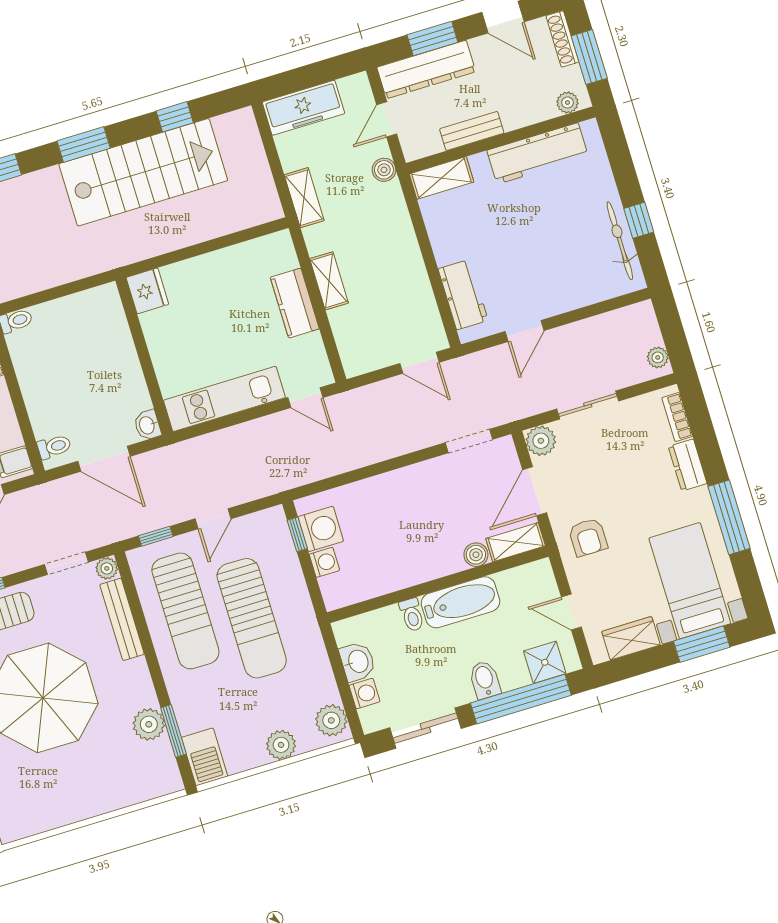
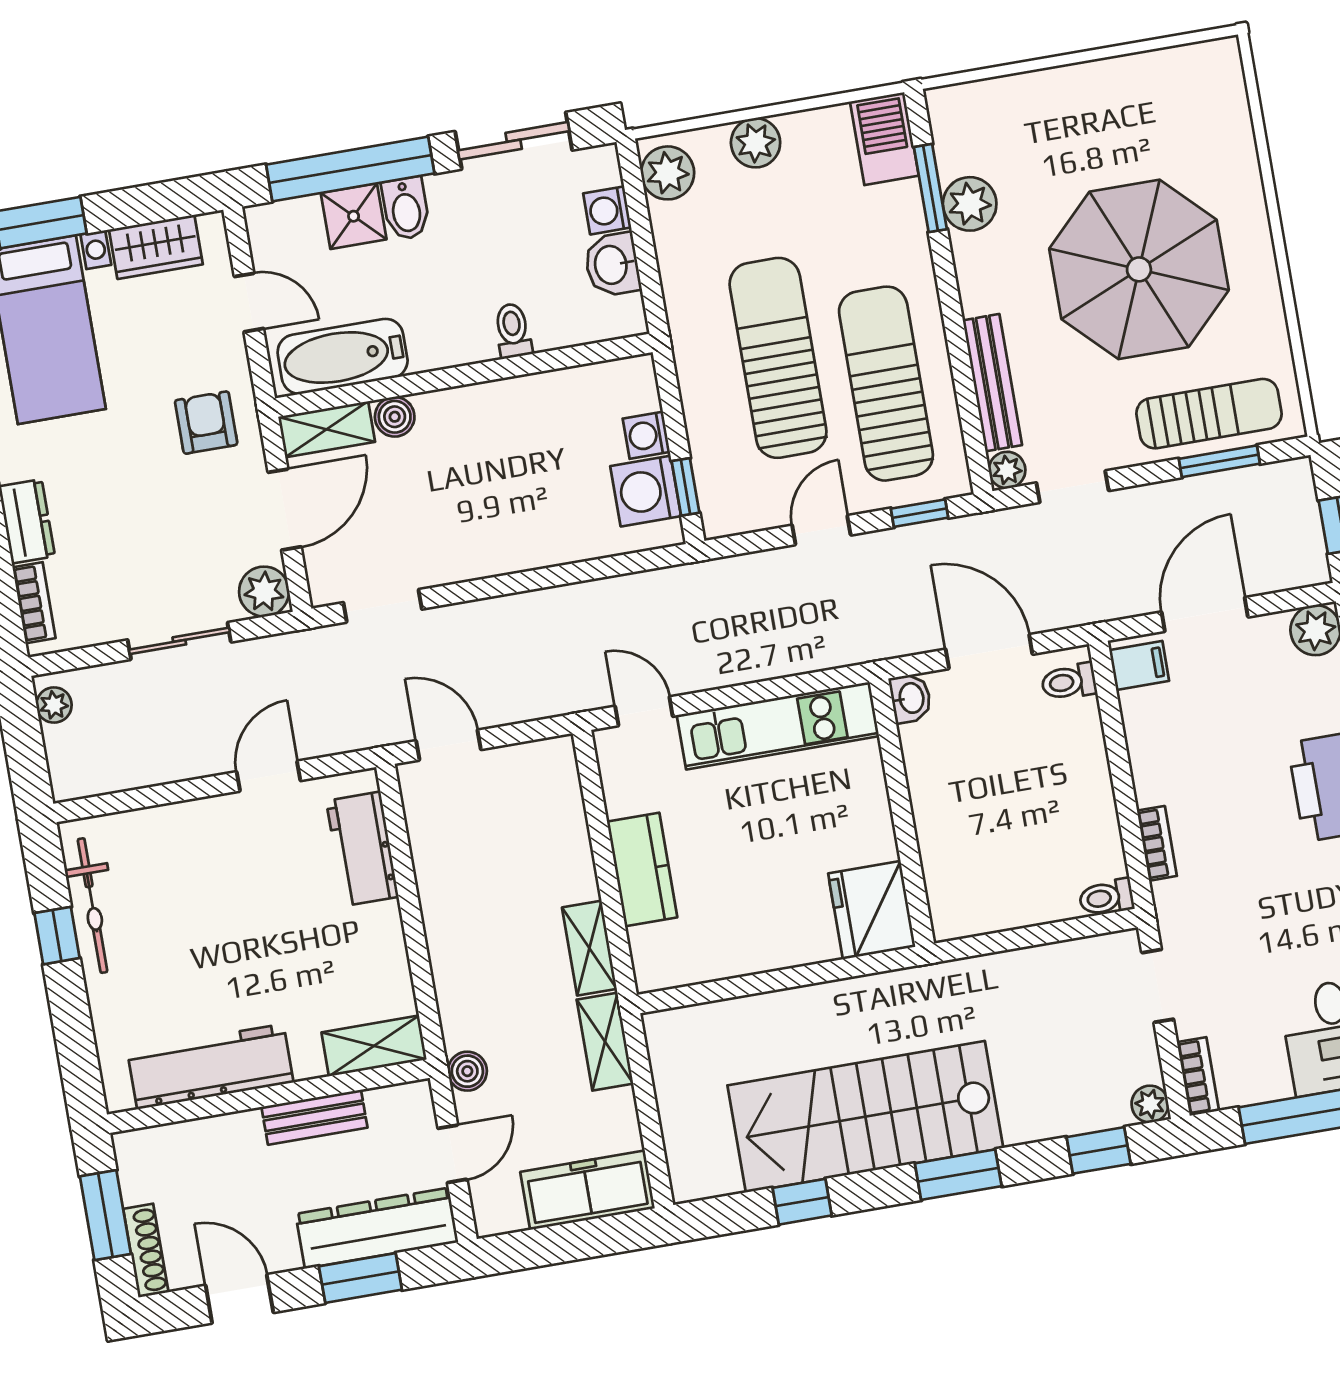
plant: (568, 103) -> (150, 1144), removed
shelving: (329, 281) -> (589, 948), moved
fridge: (147, 291) -> (872, 910), width x1.36, depth x1.34
bathtub: (460, 602) -> (343, 356), moved
shower: (545, 662) -> (354, 216), moved

